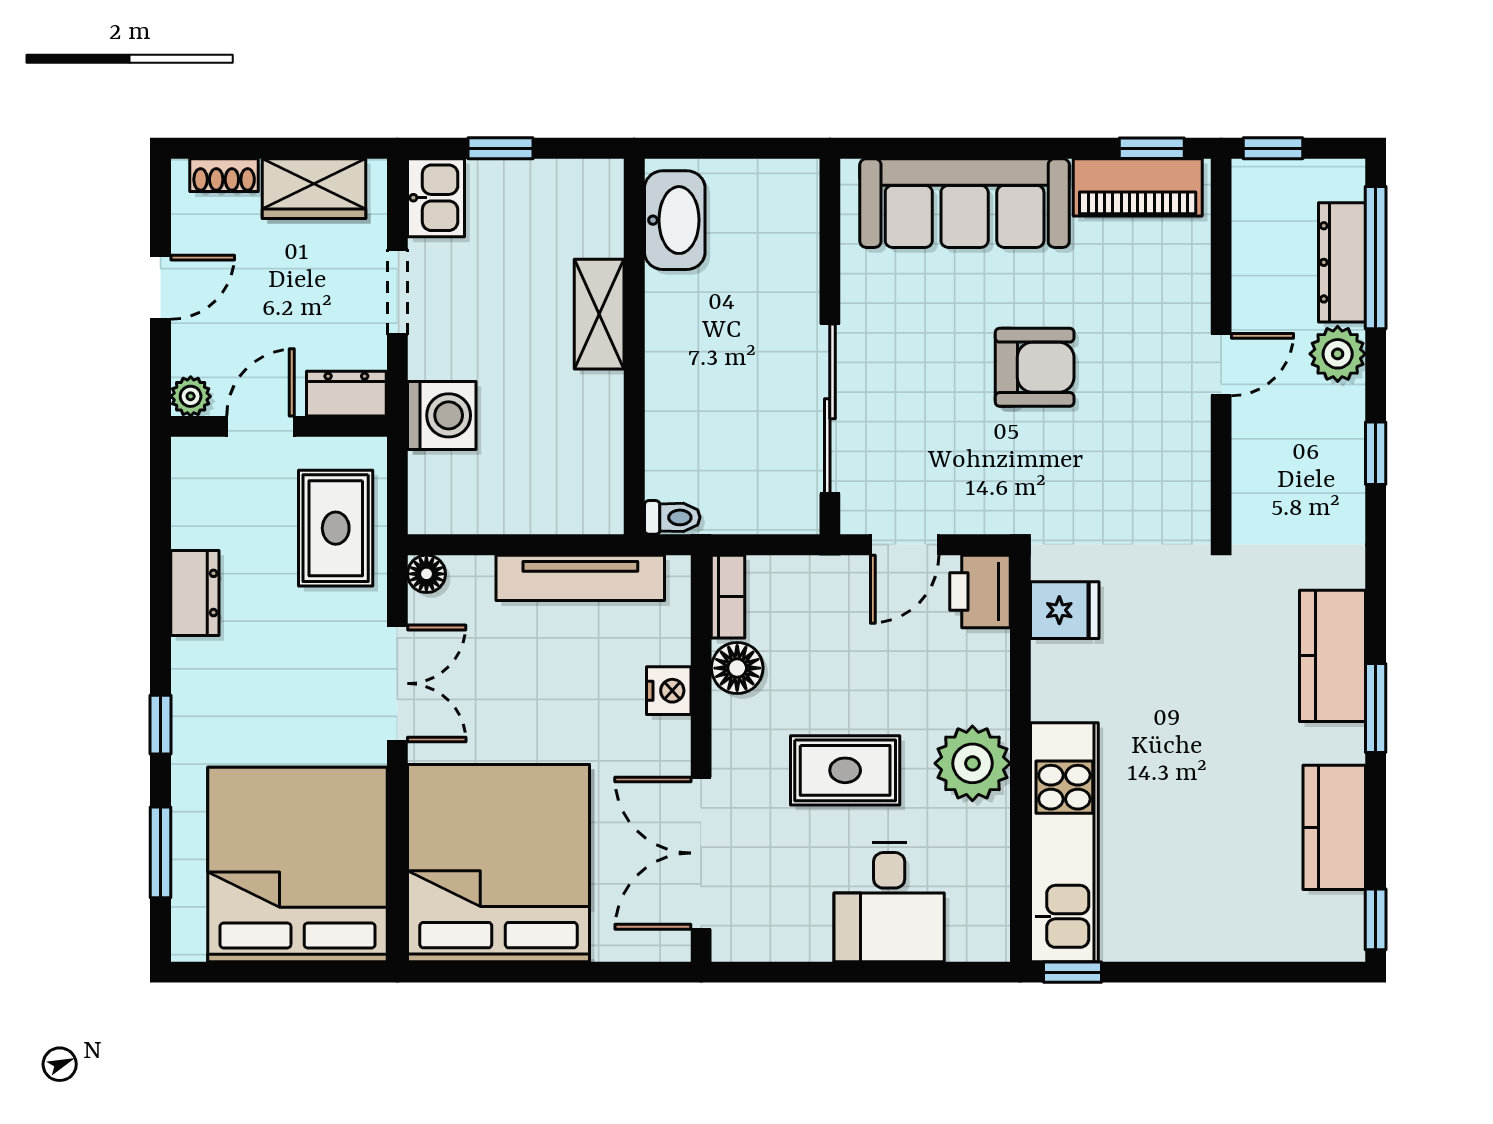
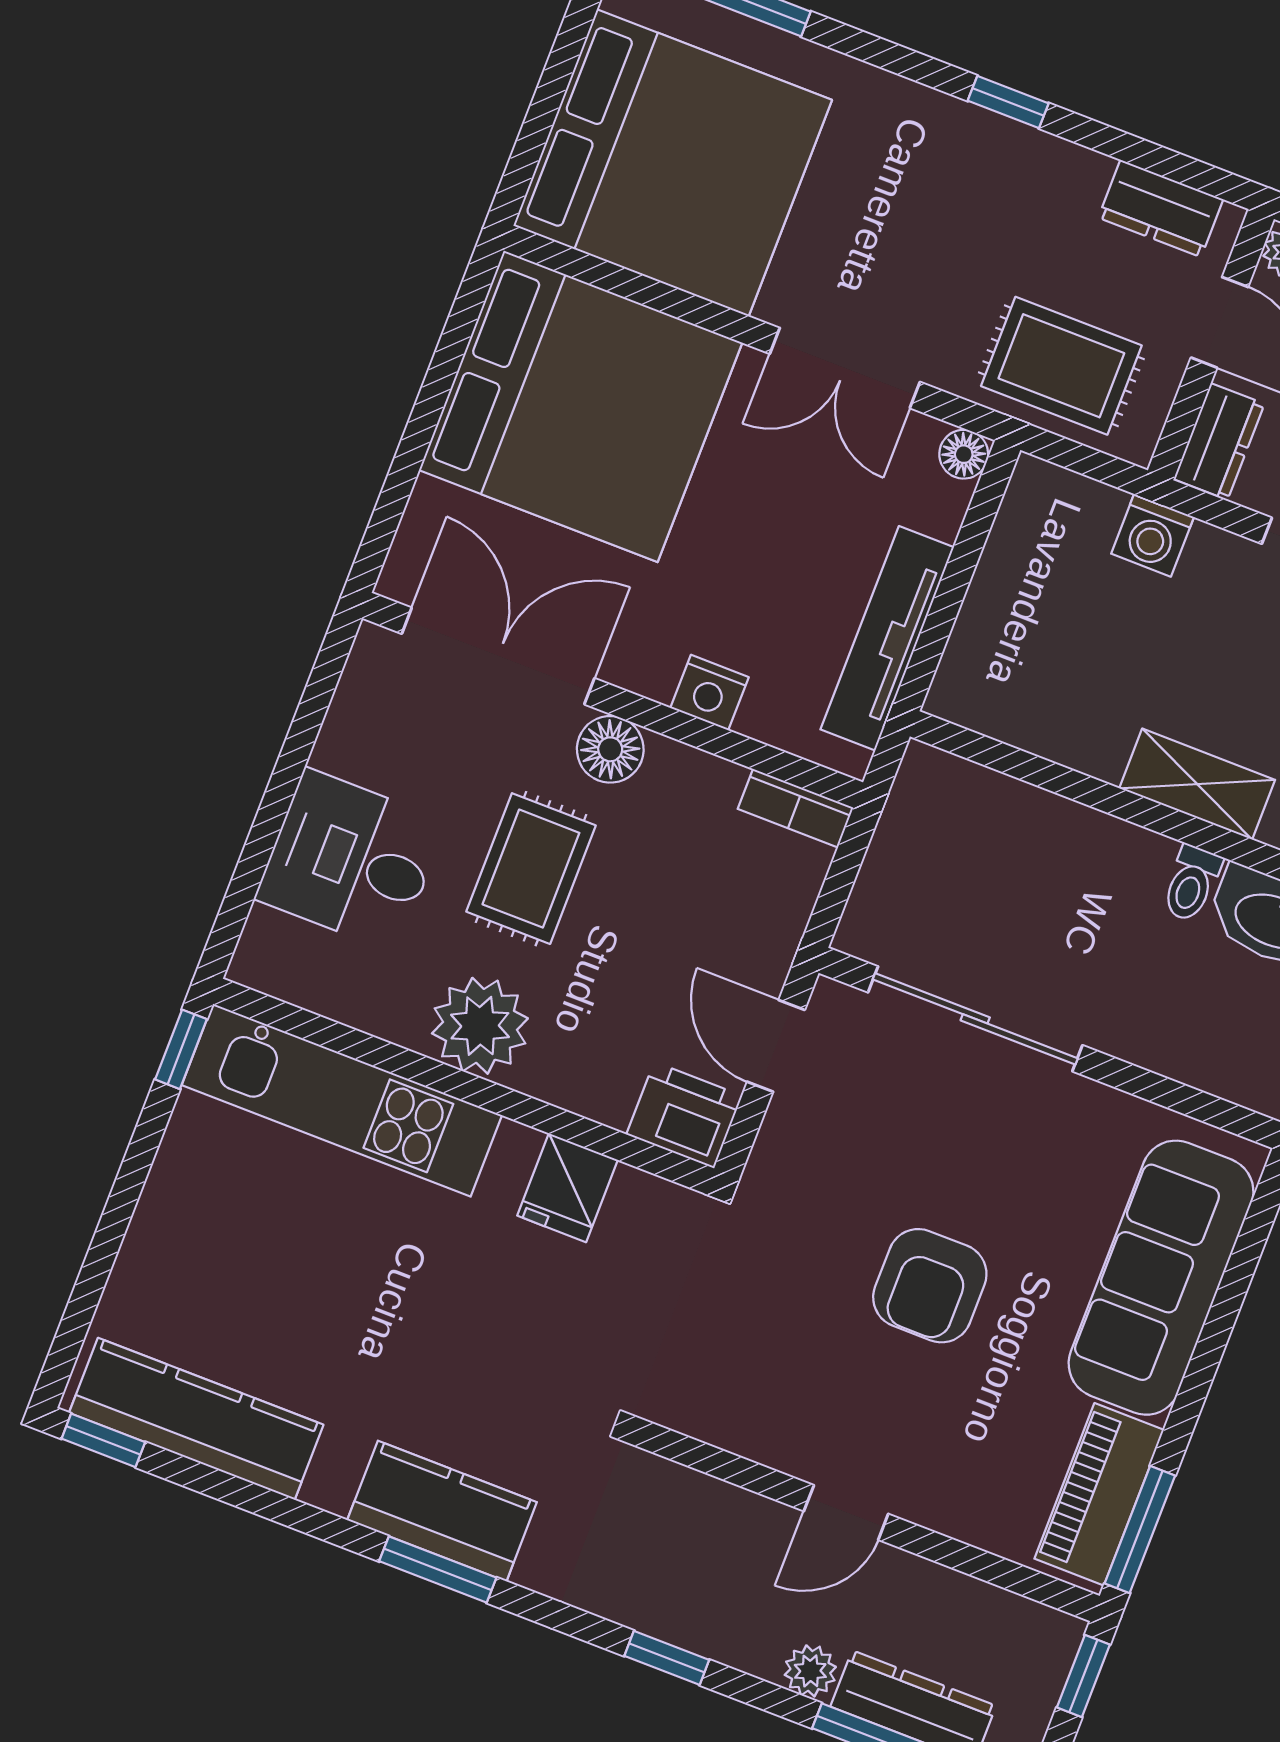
window: (1152, 148) -> (1140, 1529), width x1.50
plant: (1338, 354) -> (810, 1671), width x0.73, depth x0.73
door: (1221, 365) -> (846, 1512), hinge flipped
washing machine: (442, 415) -> (1153, 535), width x0.73, depth x0.73
toilet: (672, 517) -> (1191, 883), moved
dresser: (195, 593) -> (1161, 208), moved
fridge: (1065, 610) -> (568, 1188), moved
floor lamp: (737, 668) -> (610, 749), moved
window: (1376, 708) -> (438, 1569), moved
window: (161, 725) -> (1008, 102), moved
kitchen counter: (1334, 827) -> (196, 1419), width x1.50

